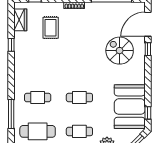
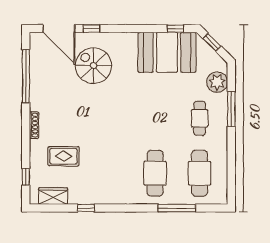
spiral stairs: (120, 51) -> (93, 66), turned 90
cafe table: (38, 98) -> (155, 173), width x1.37, depth x1.35
cafe table: (79, 98) -> (155, 118), removed

